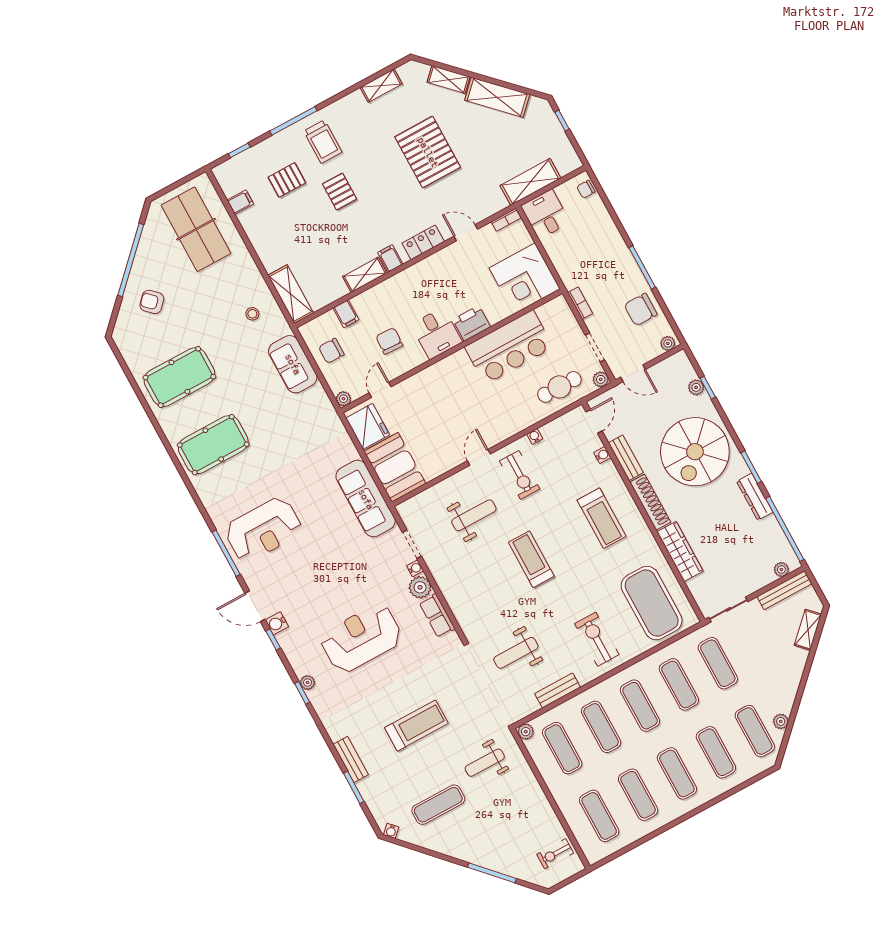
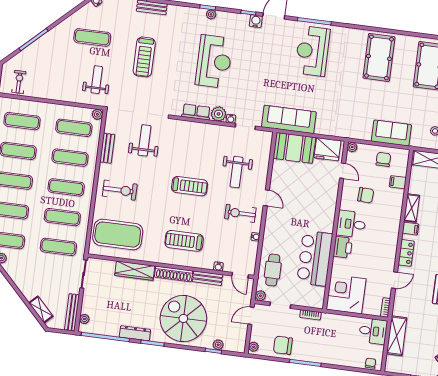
chair: (641, 310) -> (283, 345), turned -90
exercise mat: (438, 805) -> (92, 37), turned 90

